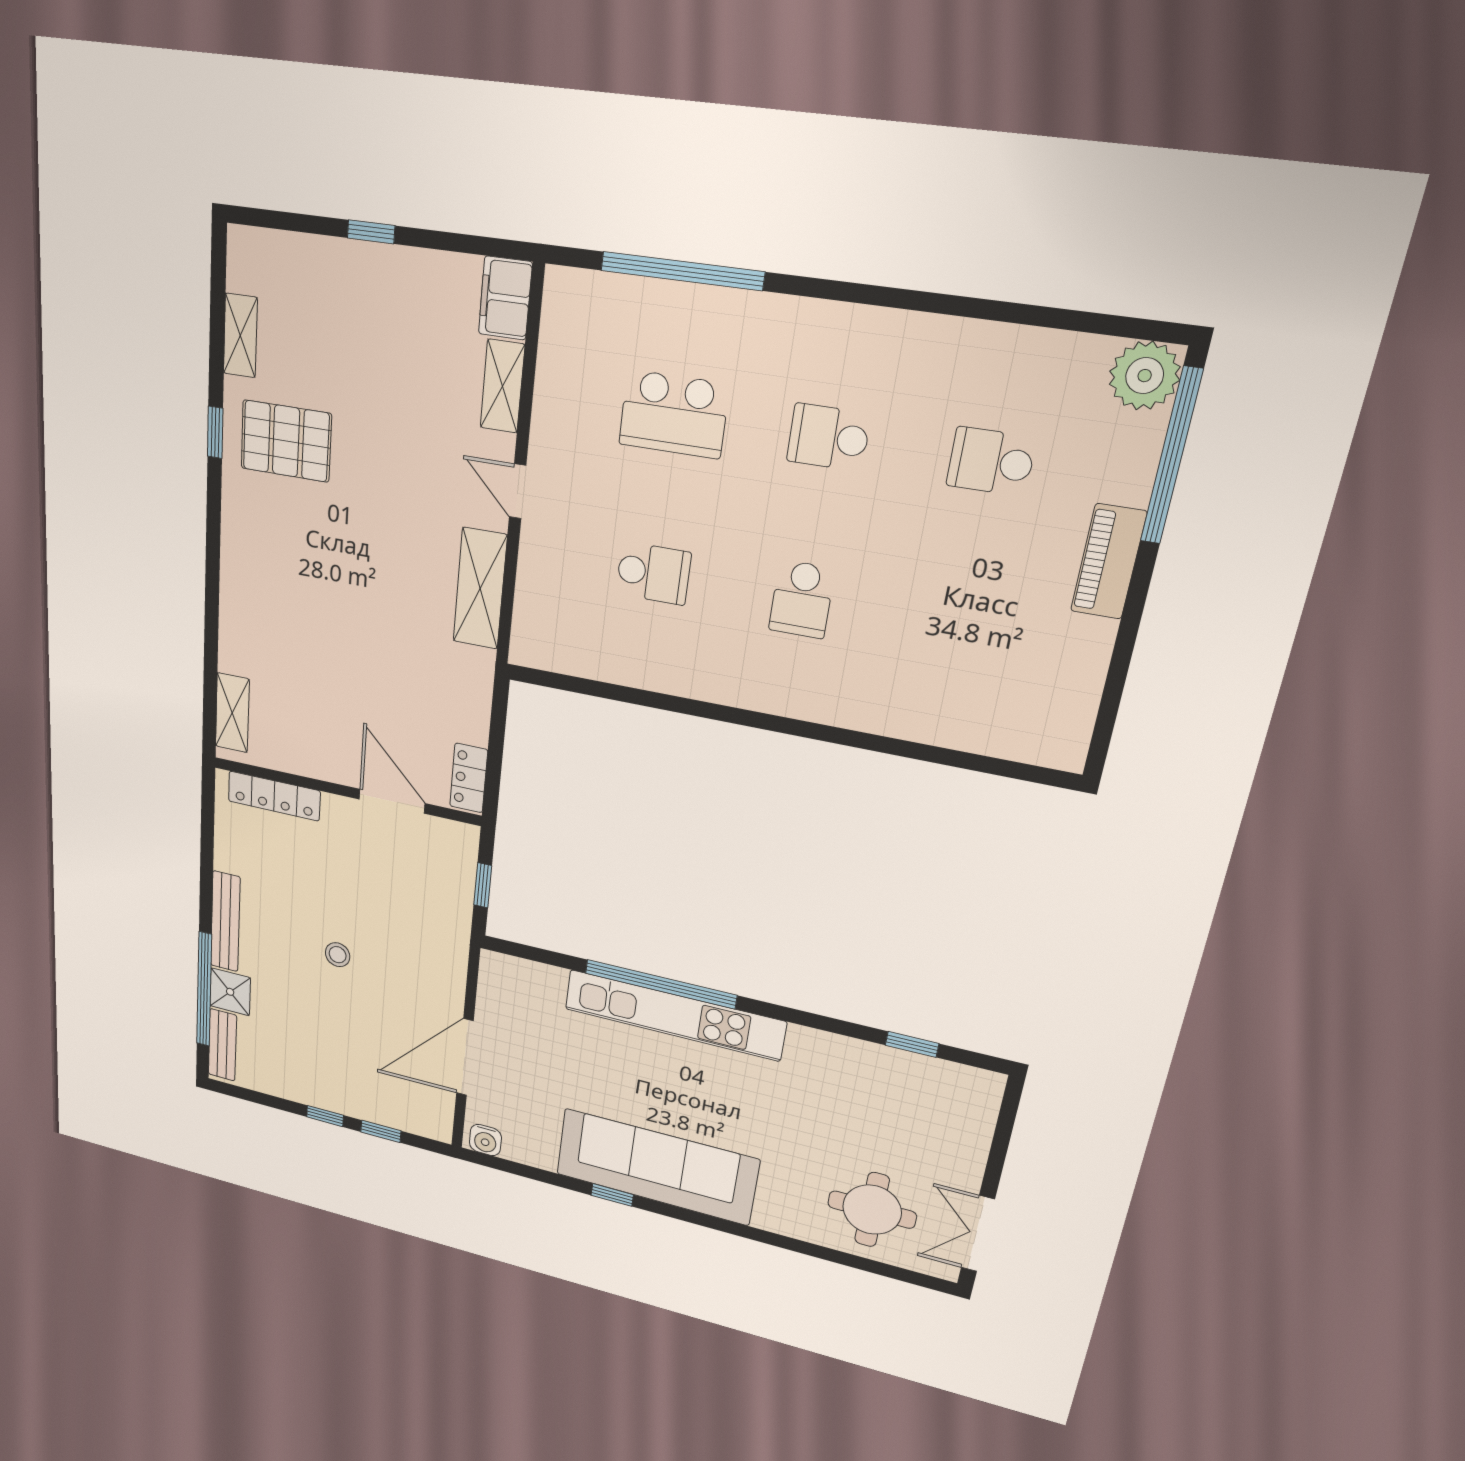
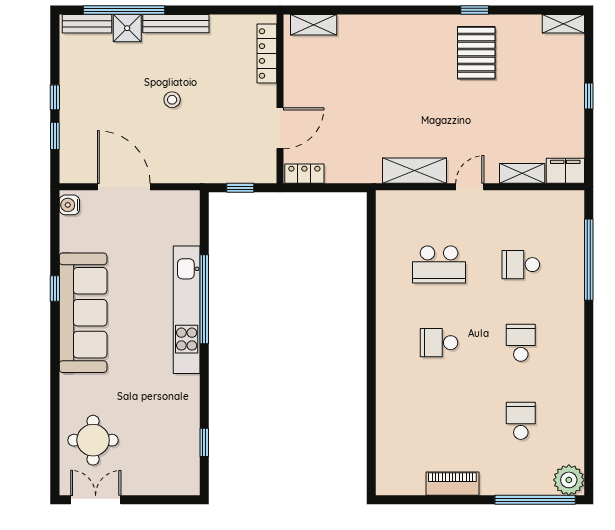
shelving: (240, 336) -> (563, 24), moved
school desk: (674, 414) -> (521, 265), width x0.54
piano: (1108, 562) -> (452, 484), moved
school desk: (653, 573) -> (439, 265), width x1.85

